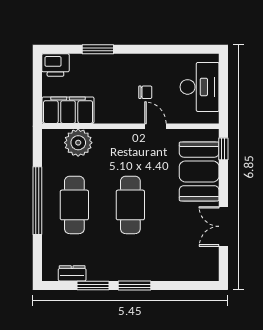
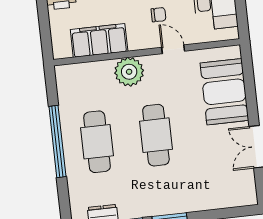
filing cabinet: (68, 110) -> (99, 40), moved
plant: (78, 143) -> (129, 72), moved
window: (223, 149) -> (247, 65), removed

